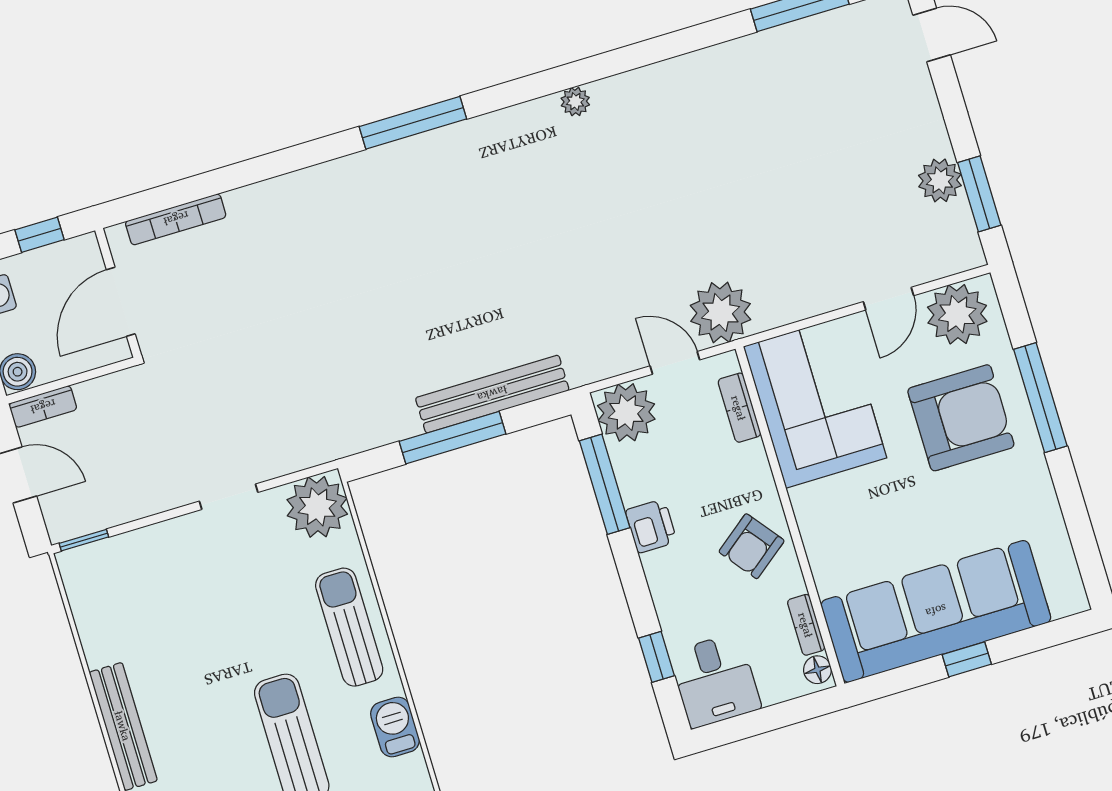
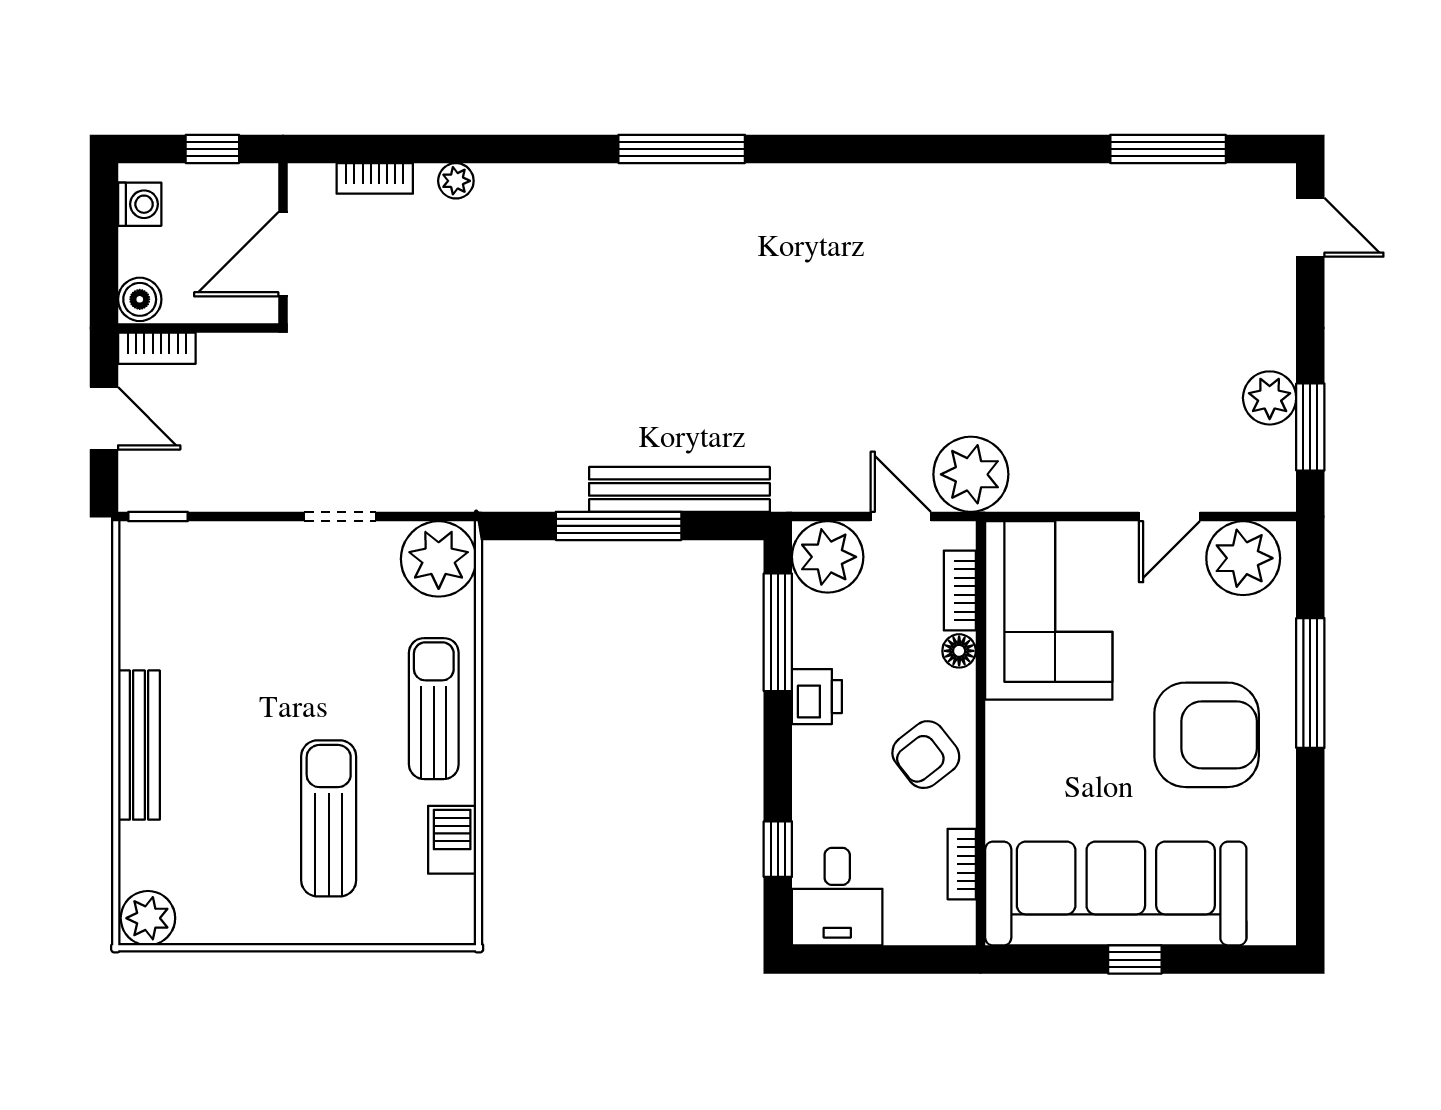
plant: (575, 102) -> (456, 181), moved
bookcase: (176, 219) -> (375, 178), width x0.64
armchair: (961, 418) -> (1207, 735), moved
floor lamp: (817, 670) -> (959, 651), moved

